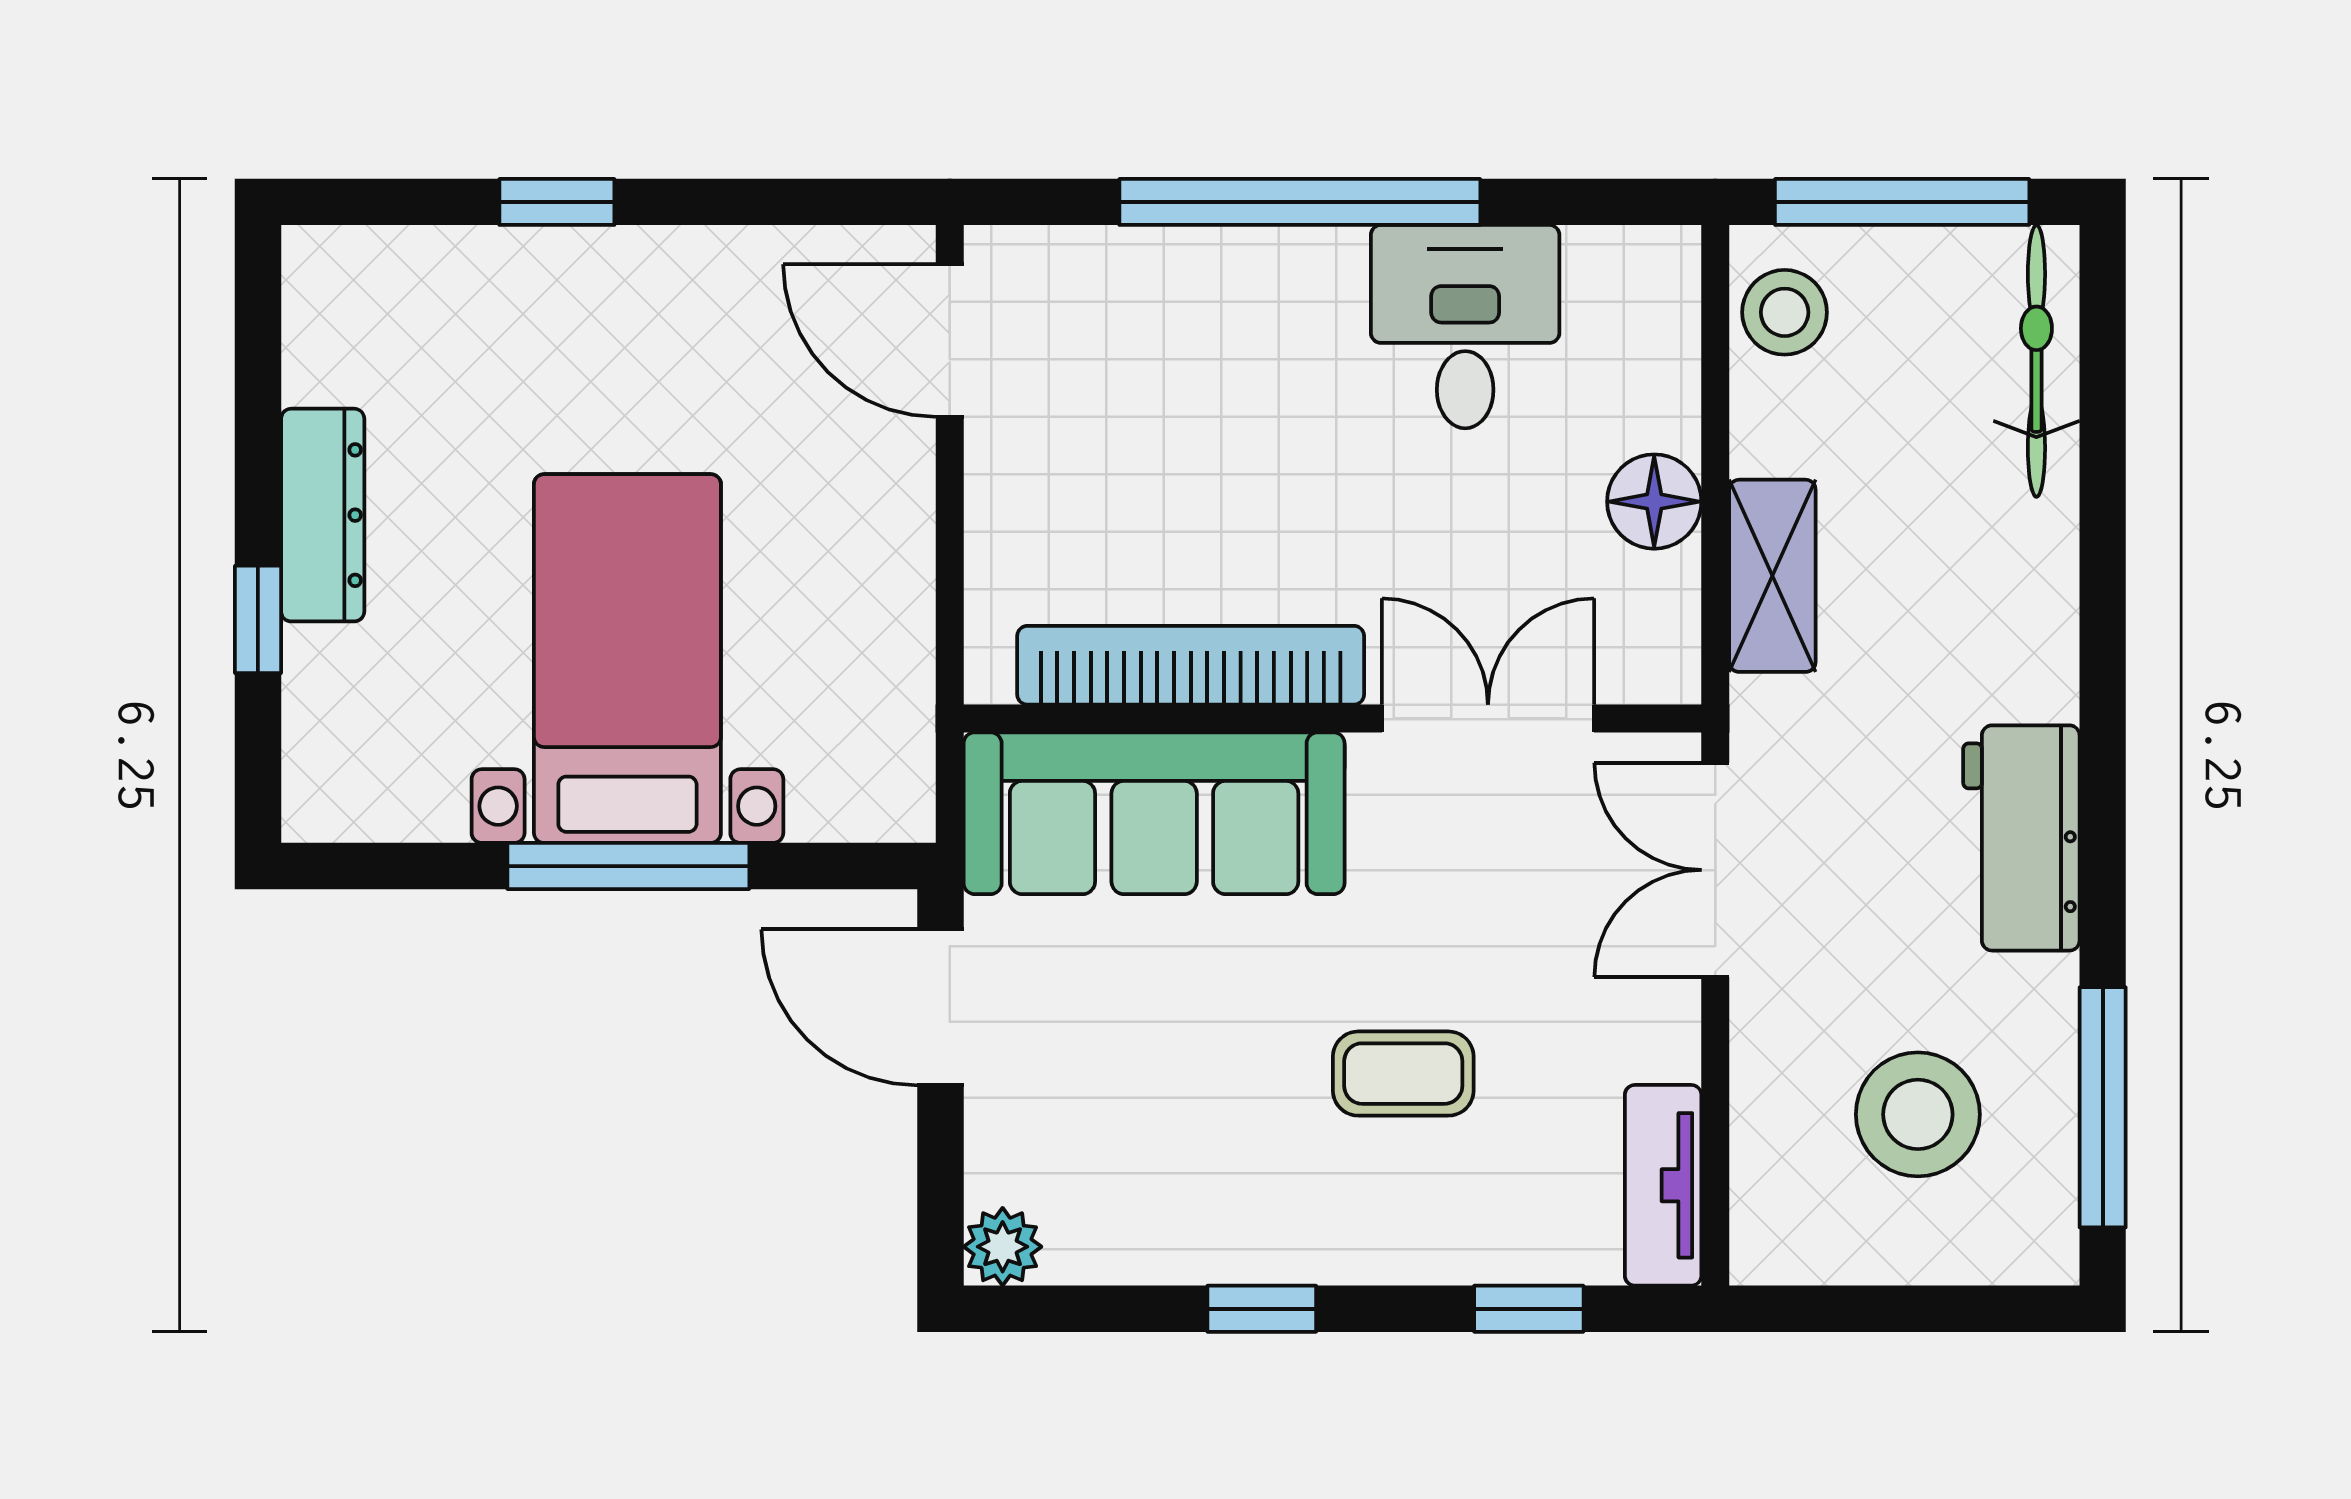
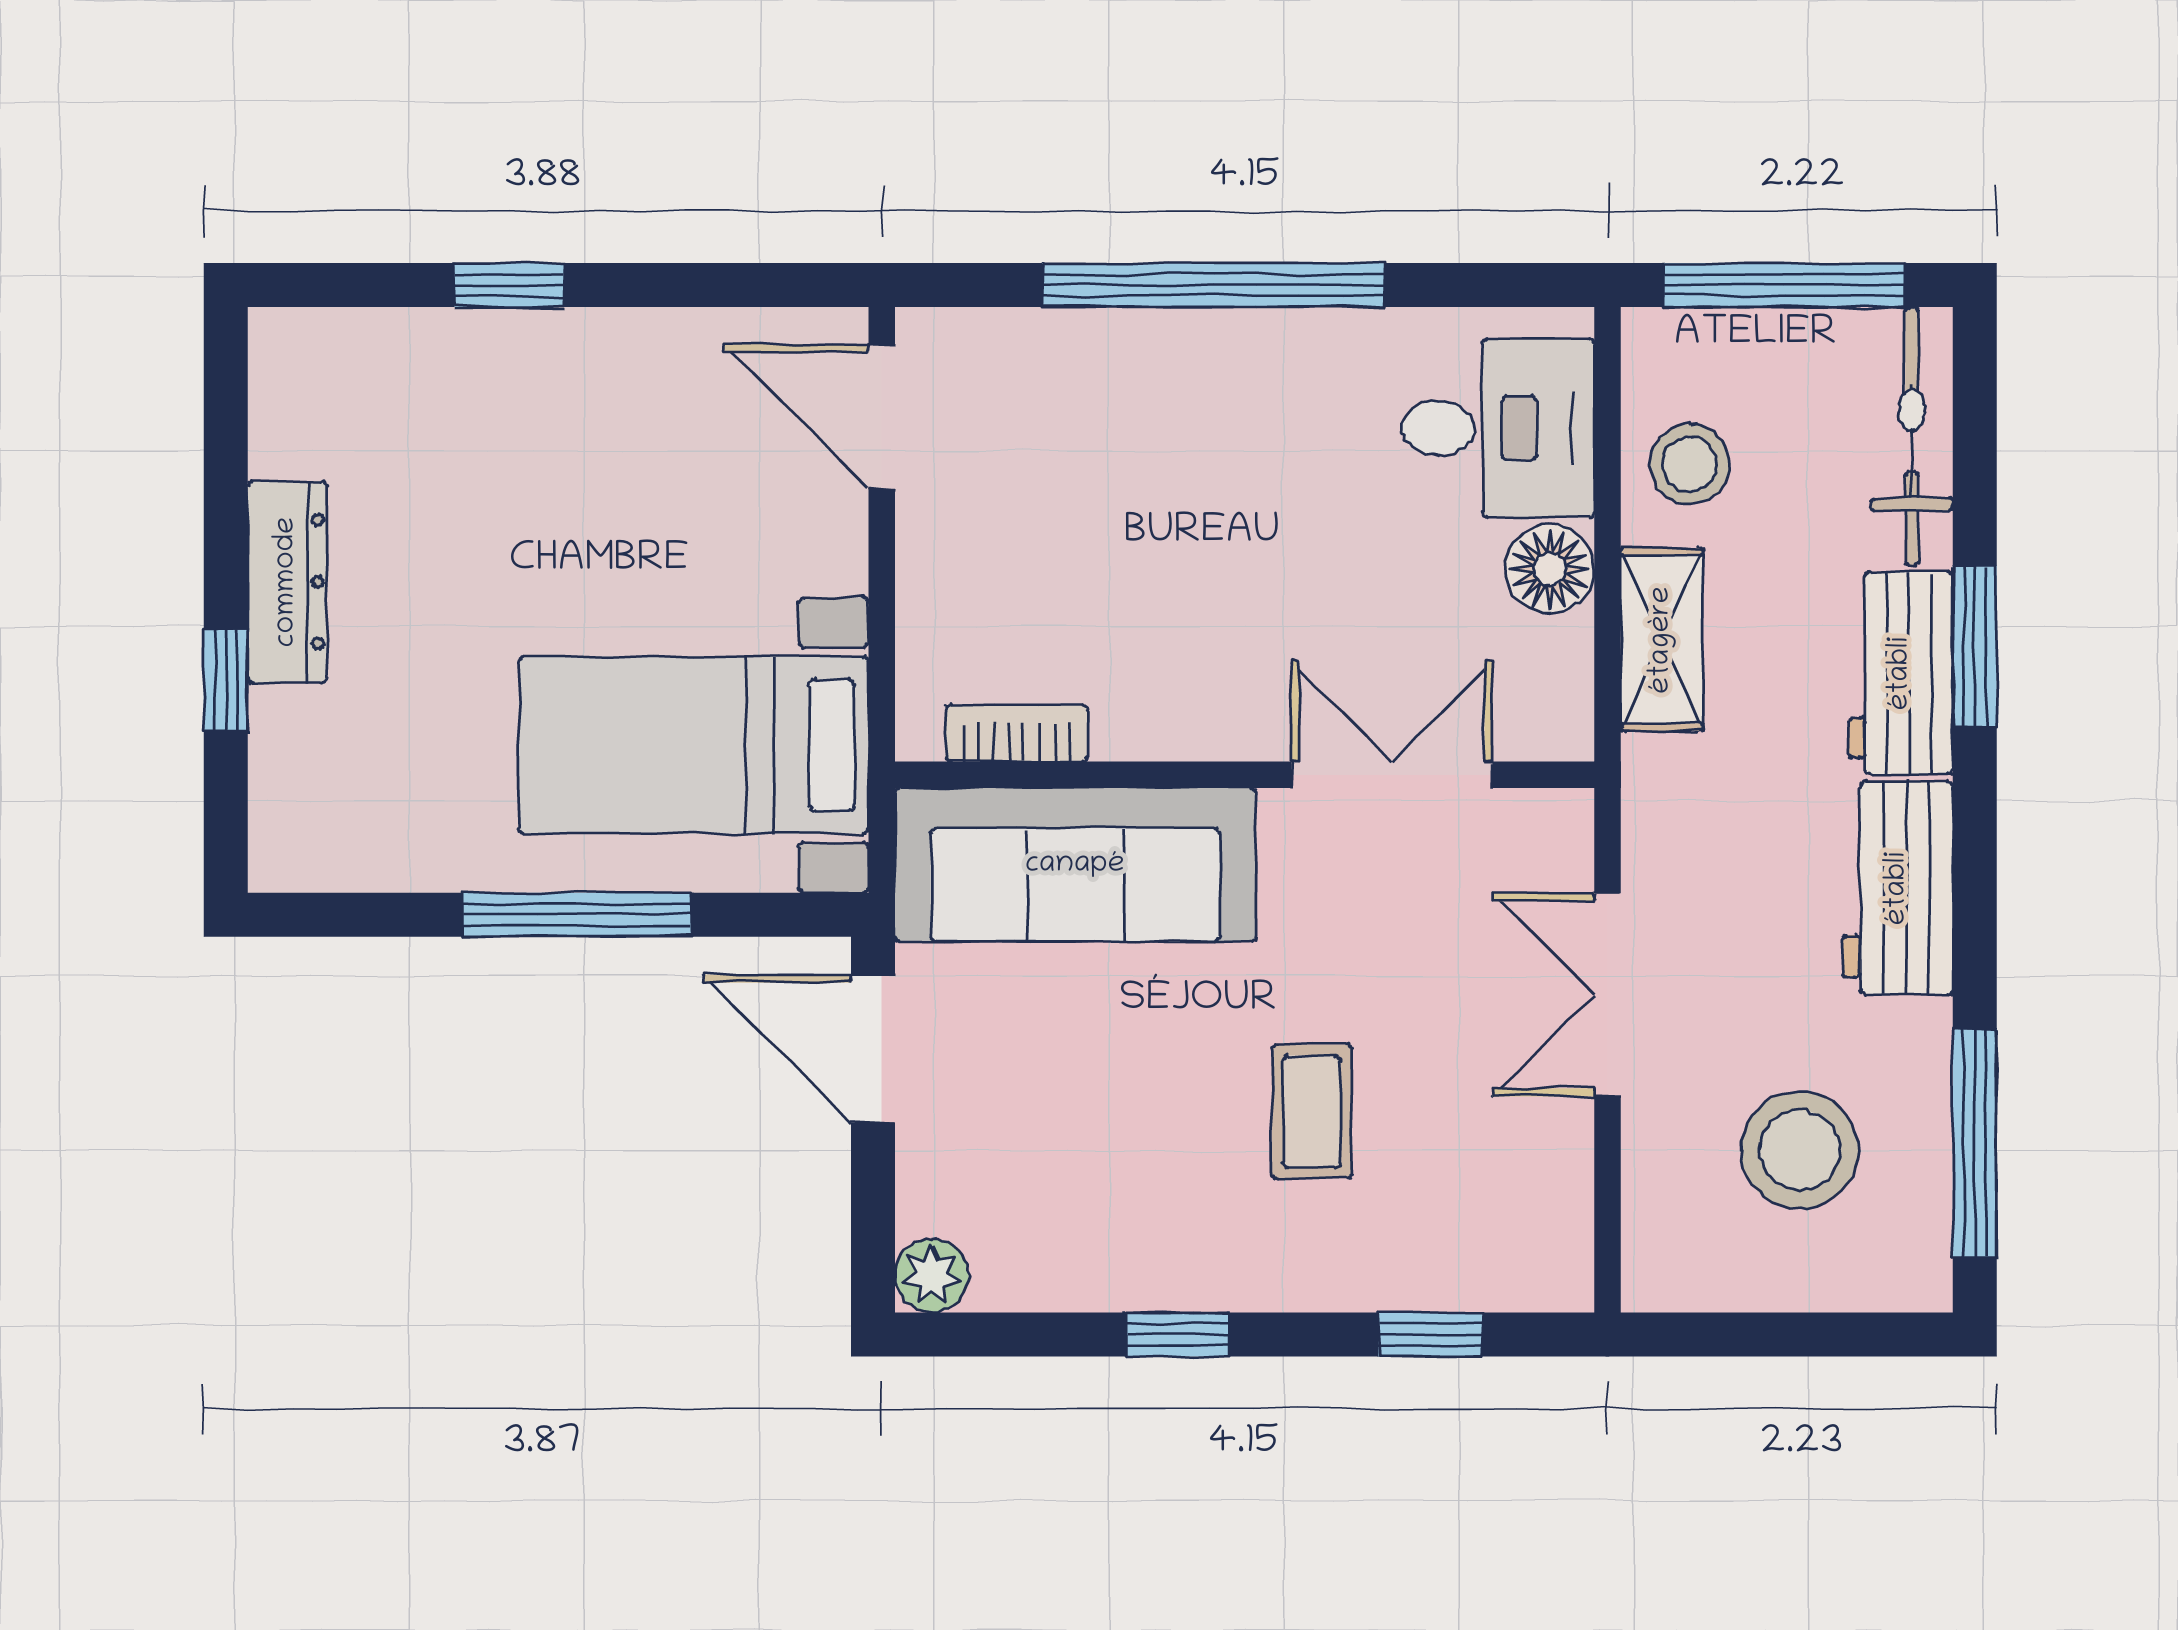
stool: (1785, 312) -> (1690, 464), moved
desk: (1465, 327) -> (1498, 428), moved, turned 90
window: (2103, 583) -> (1975, 646), added
workbench: (2024, 611) -> (1901, 673), added
bed with nightstands: (627, 659) -> (694, 745), moved, turned -90
bookcase: (1191, 665) -> (1017, 733), width x0.43, depth x0.76
double door: (1715, 870) -> (1607, 995), moved
coffee table: (1403, 1074) -> (1312, 1111), turned 90
tv unit: (1663, 1185) -> (1558, 1217), removed

